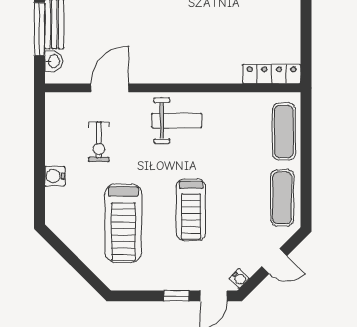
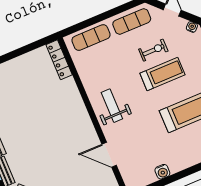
exercise bike: (99, 142) -> (153, 50), moved
water cooler: (55, 176) -> (162, 172), moved

